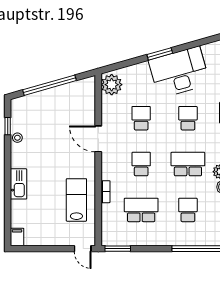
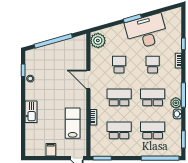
school desk: (141, 164) -> (119, 97), width x1.85
school desk: (188, 210) -> (153, 130), width x1.85
filing cabinet: (17, 237) -> (51, 150), moved

